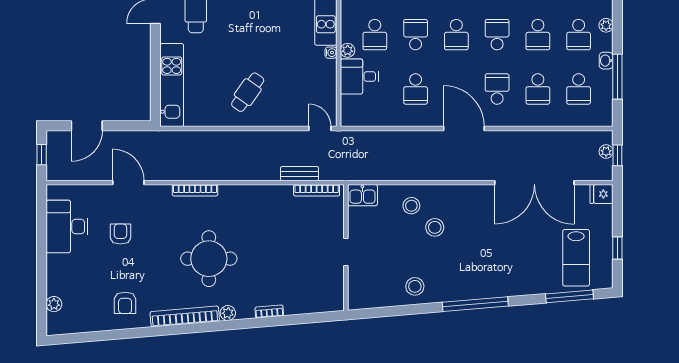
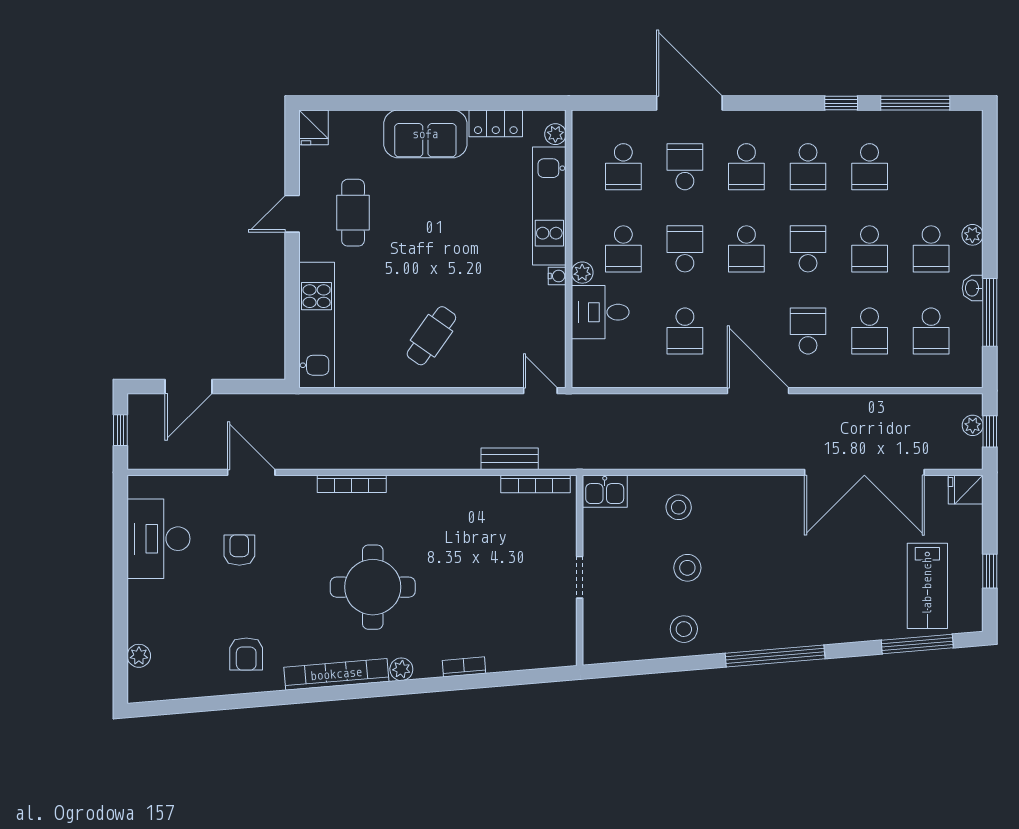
stool: (435, 227) -> (687, 568), moved

